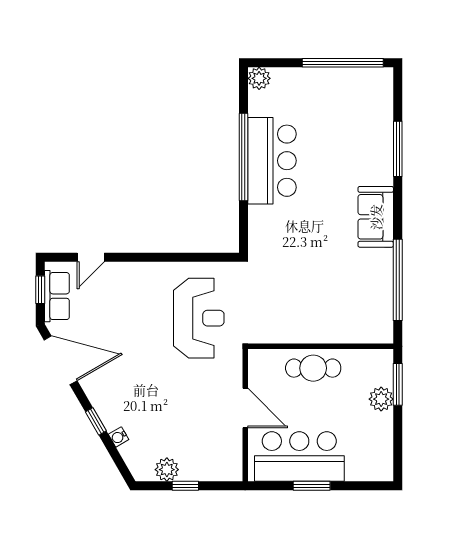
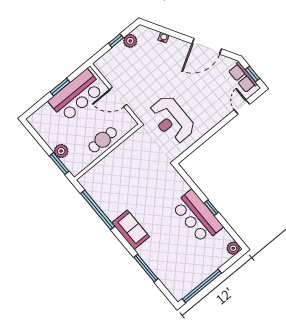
window: (243, 157) -> (211, 208), width x0.32
door: (61, 360) -> (207, 46), moved
window: (96, 421) -> (179, 36), removed

